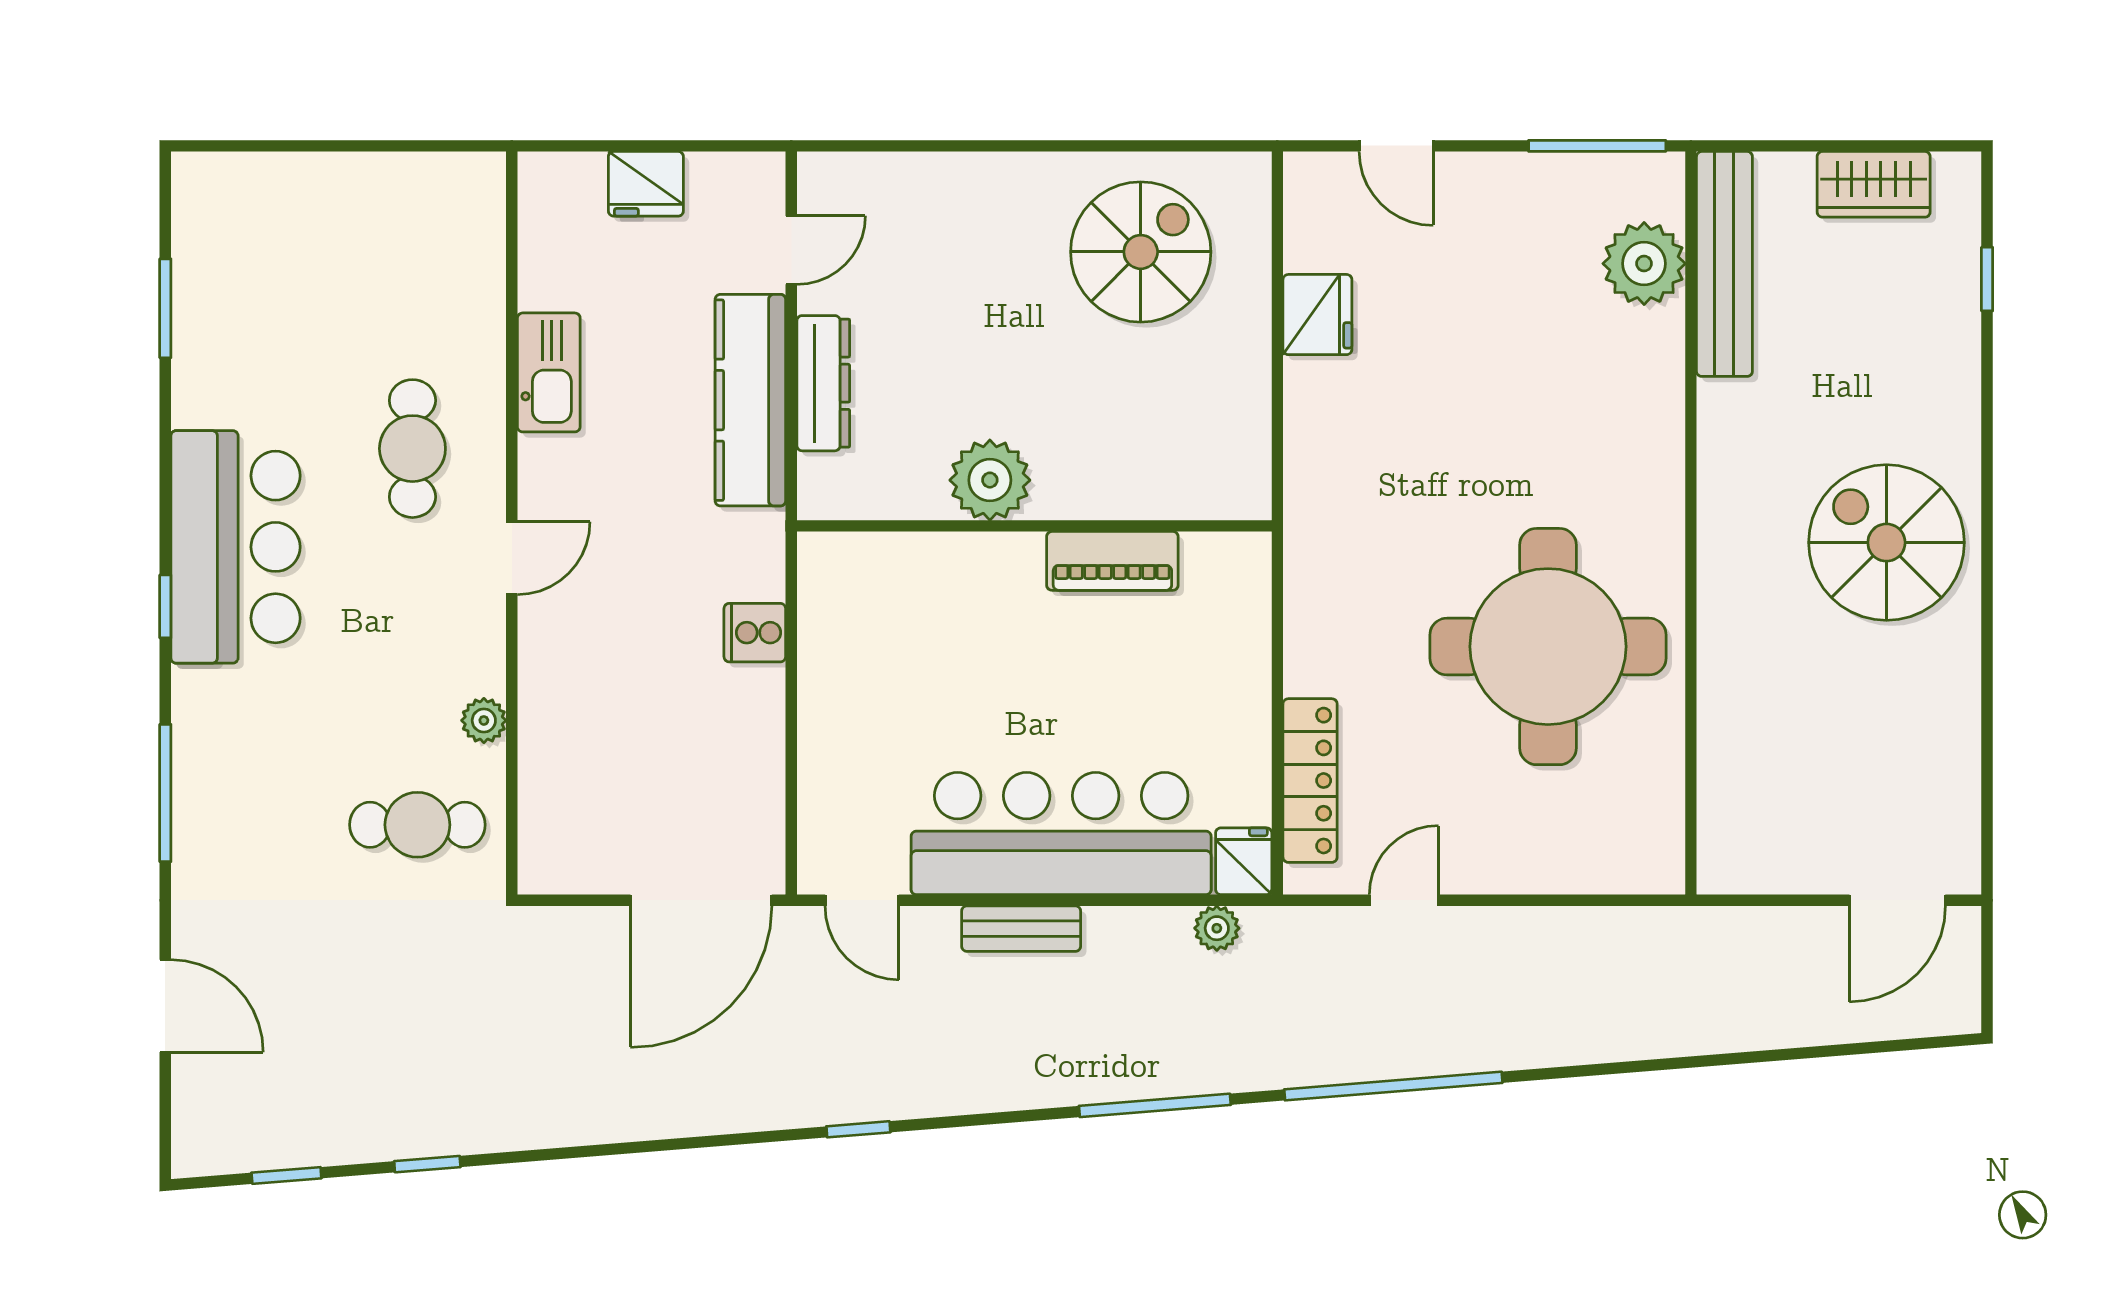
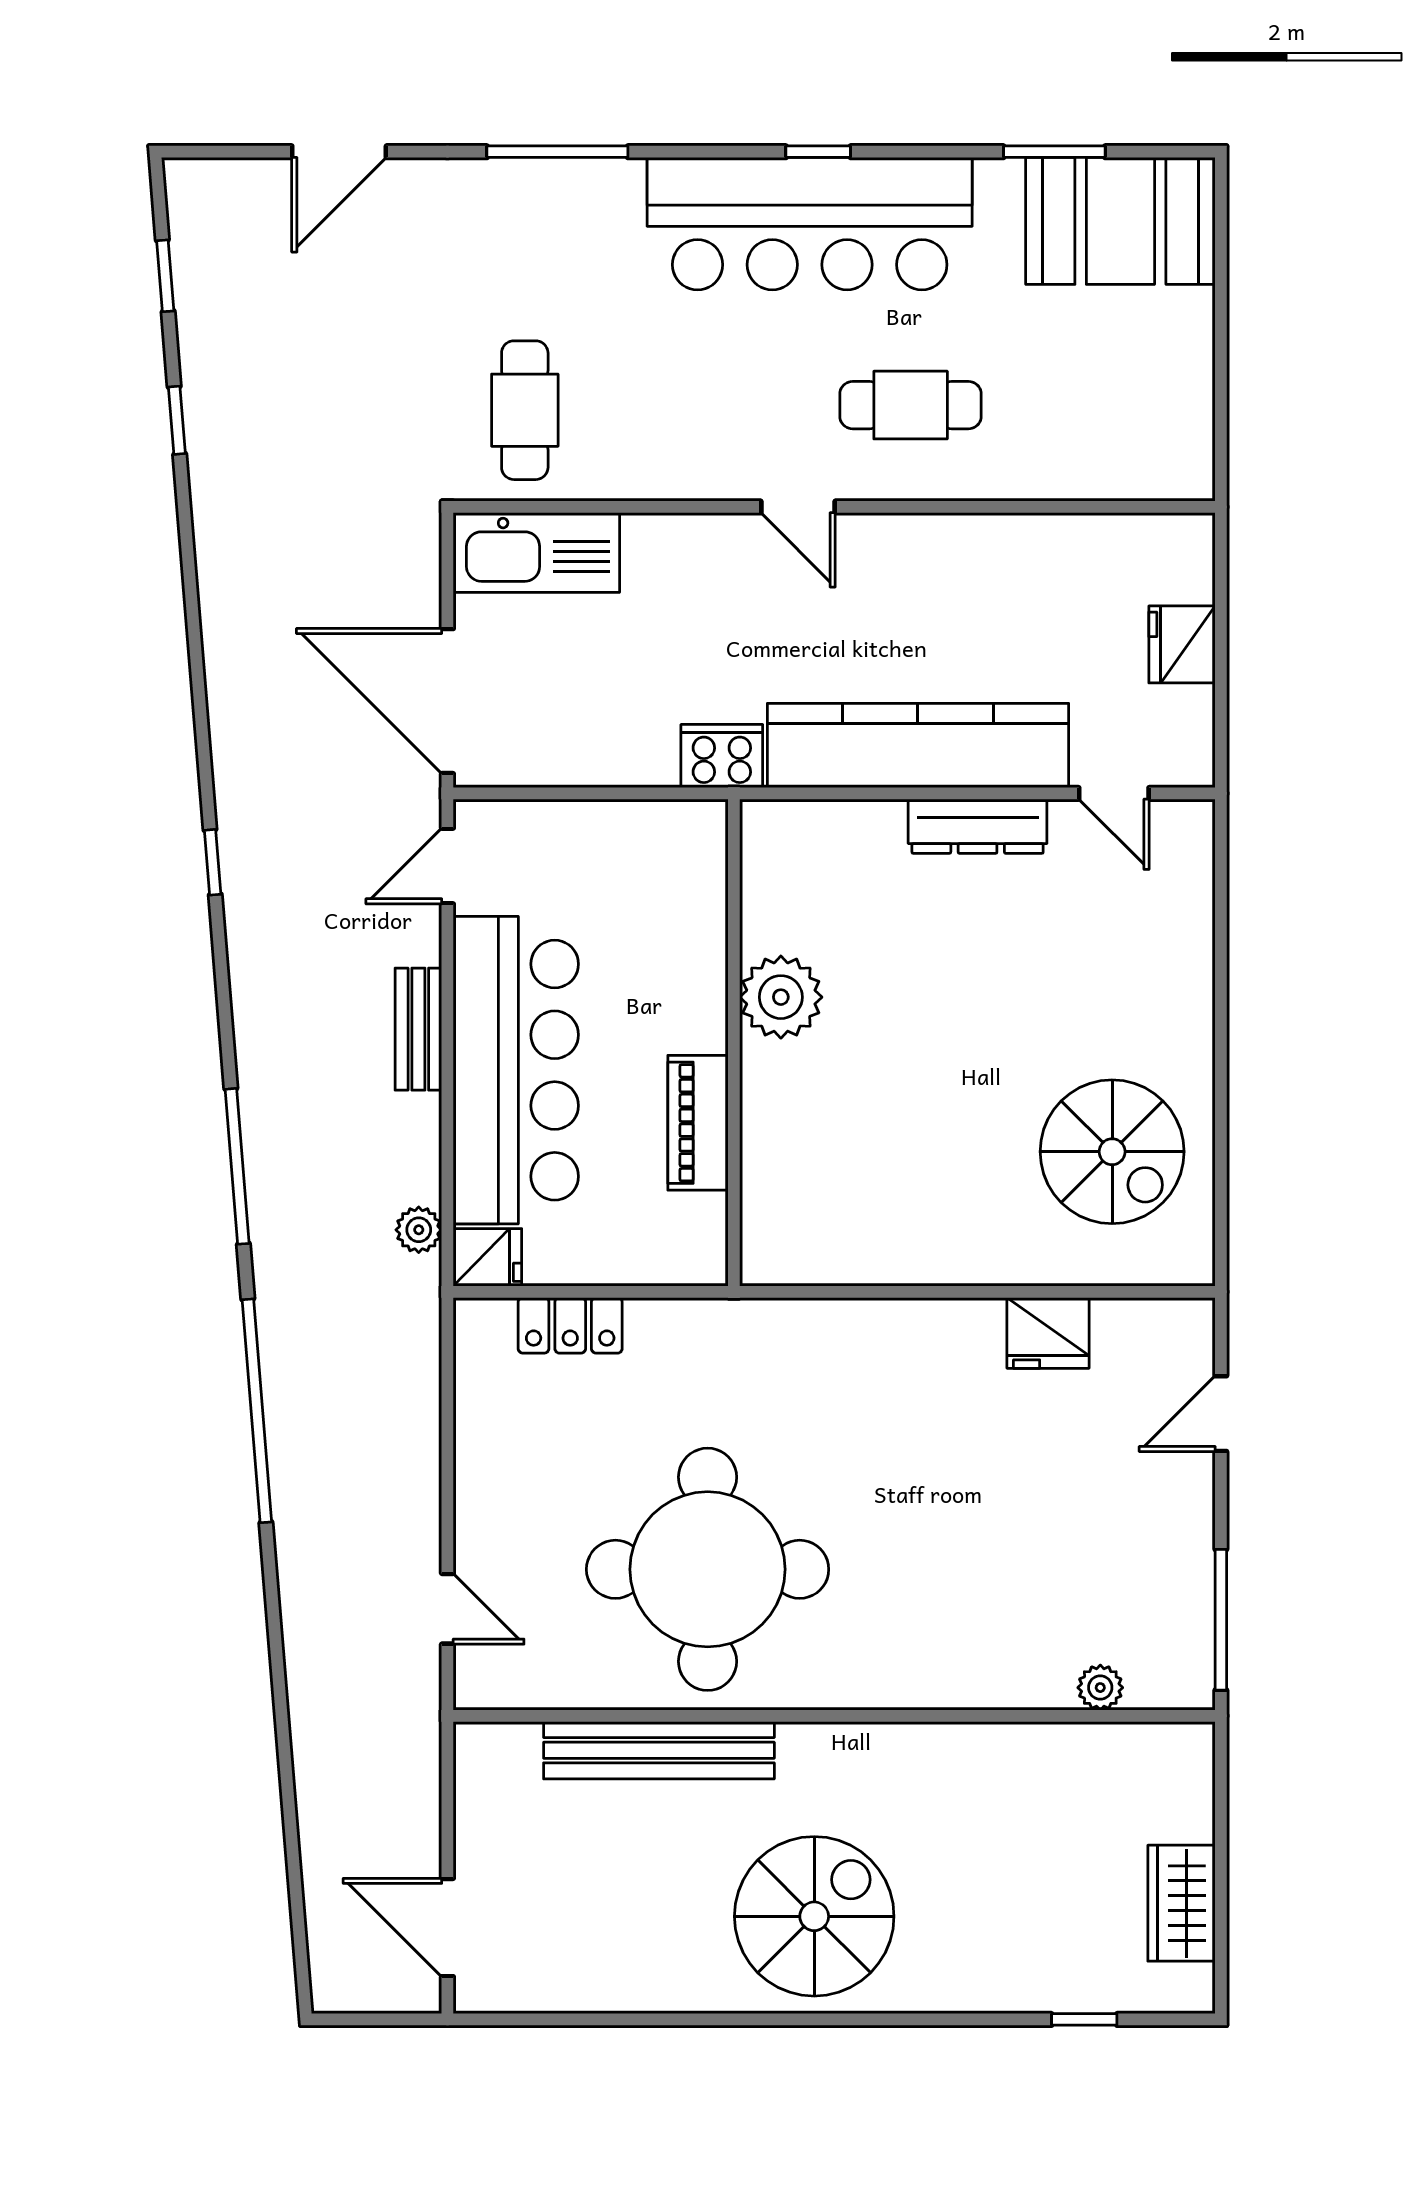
booth: (233, 244) -> (1120, 221), added
plant: (1644, 264) -> (1100, 1688), width x0.53, depth x0.53
bench: (1724, 264) -> (659, 1750), moved
kitchen sink: (549, 372) -> (536, 553), moved, width x1.36, depth x1.24
kitchen counter: (750, 400) -> (918, 745), width x1.39, depth x1.17
plant: (990, 480) -> (781, 997), moved
wall: (1034, 526) -> (734, 1043), moved
bar counter: (235, 547) -> (810, 224), width x1.36
piano: (1112, 561) -> (698, 1123), moved
window: (165, 606) -> (818, 152), moved
cooker: (755, 633) -> (722, 756), width x1.36
plant: (484, 720) -> (632, 478), removed
locker: (1310, 781) -> (570, 1325), width x0.66
door: (1404, 900) -> (447, 1609), moved

